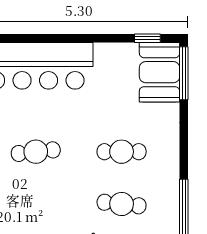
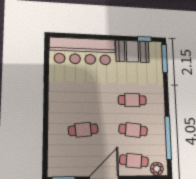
booth: (160, 72) -> (132, 51), moved, turned 90
cafe table: (36, 152) -> (83, 130), moved

